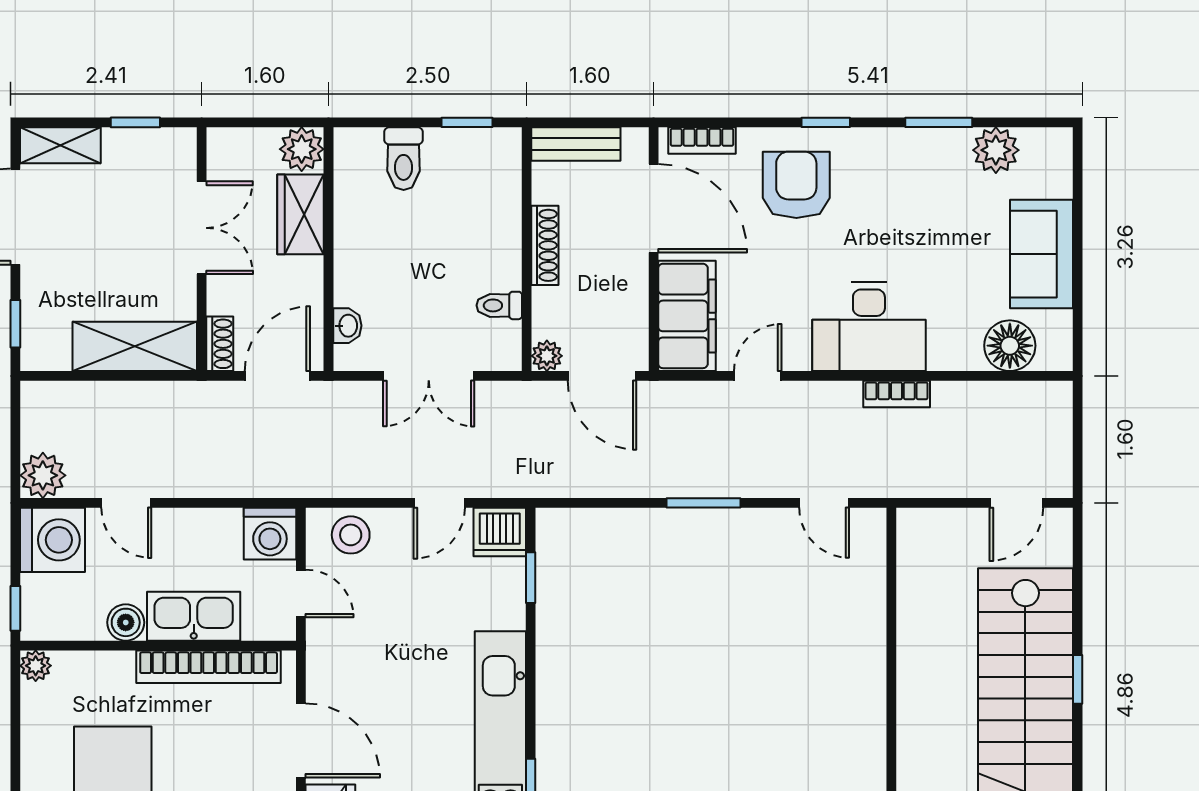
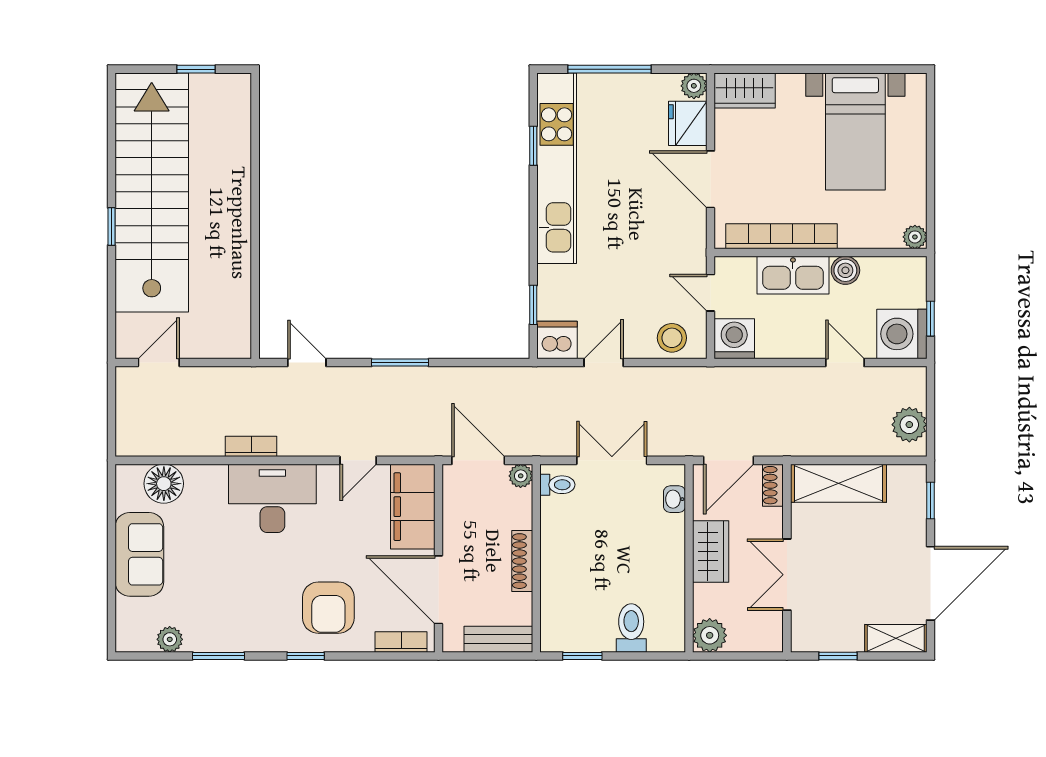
plant: (996, 150) -> (170, 639), width x0.73, depth x0.73
wardrobe: (301, 214) -> (711, 552), moved
toilet: (499, 305) -> (557, 485), moved
plant: (43, 475) -> (909, 425), moved
window: (15, 608) -> (930, 319), moved

